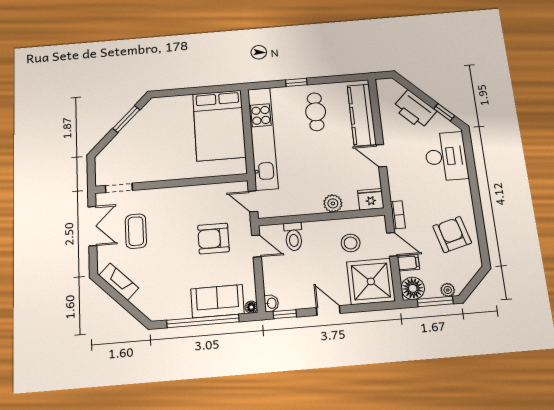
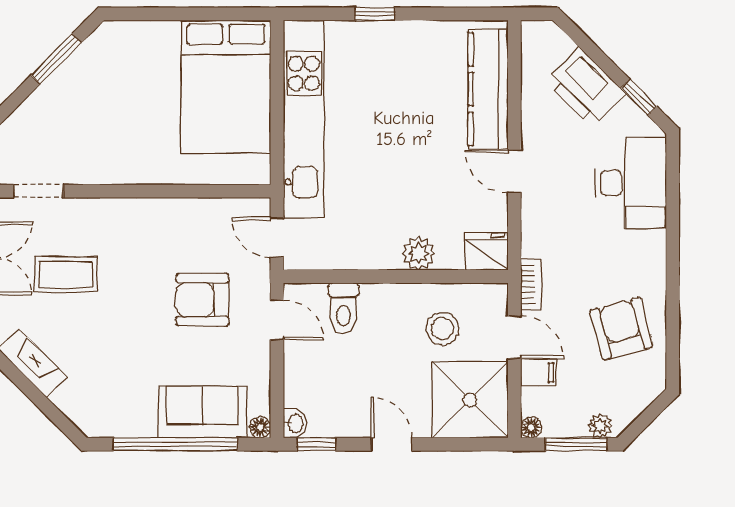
cafe table: (316, 112) -> (405, 76), removed
coffee table: (136, 231) -> (66, 274), turned 90
floor lamp: (413, 288) -> (531, 427), width x0.53, depth x0.53

